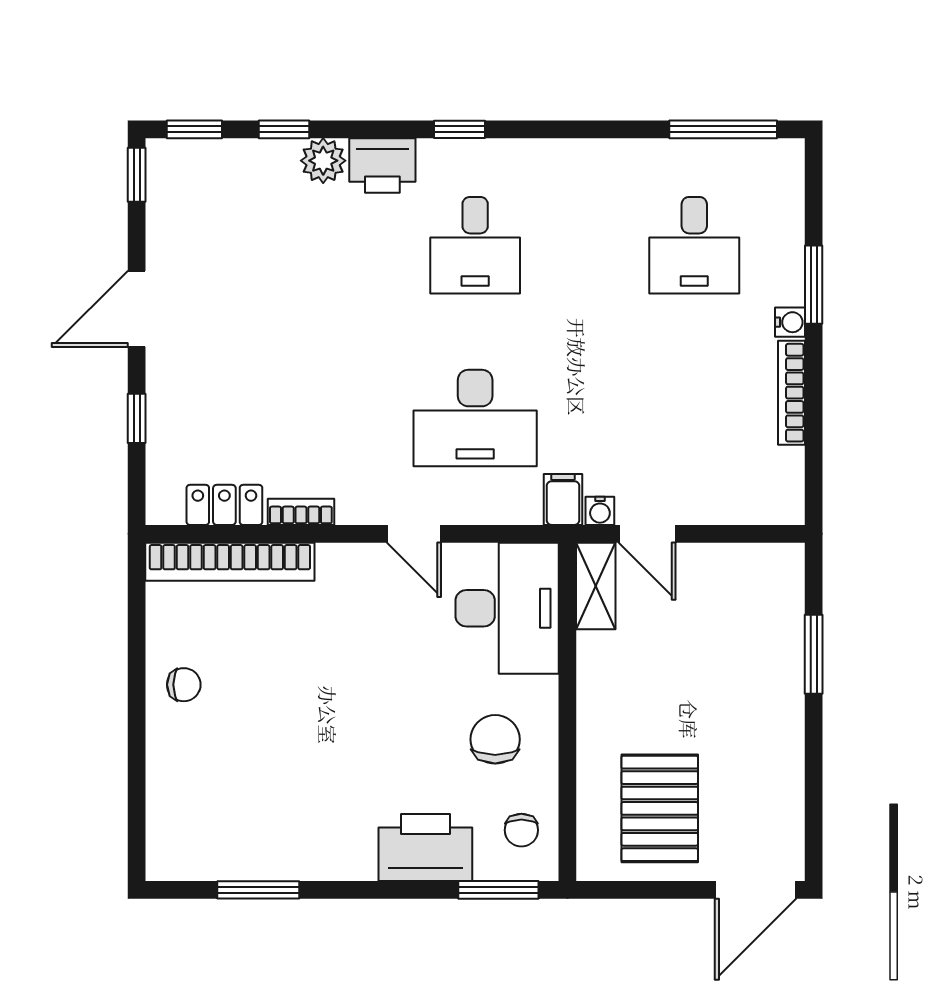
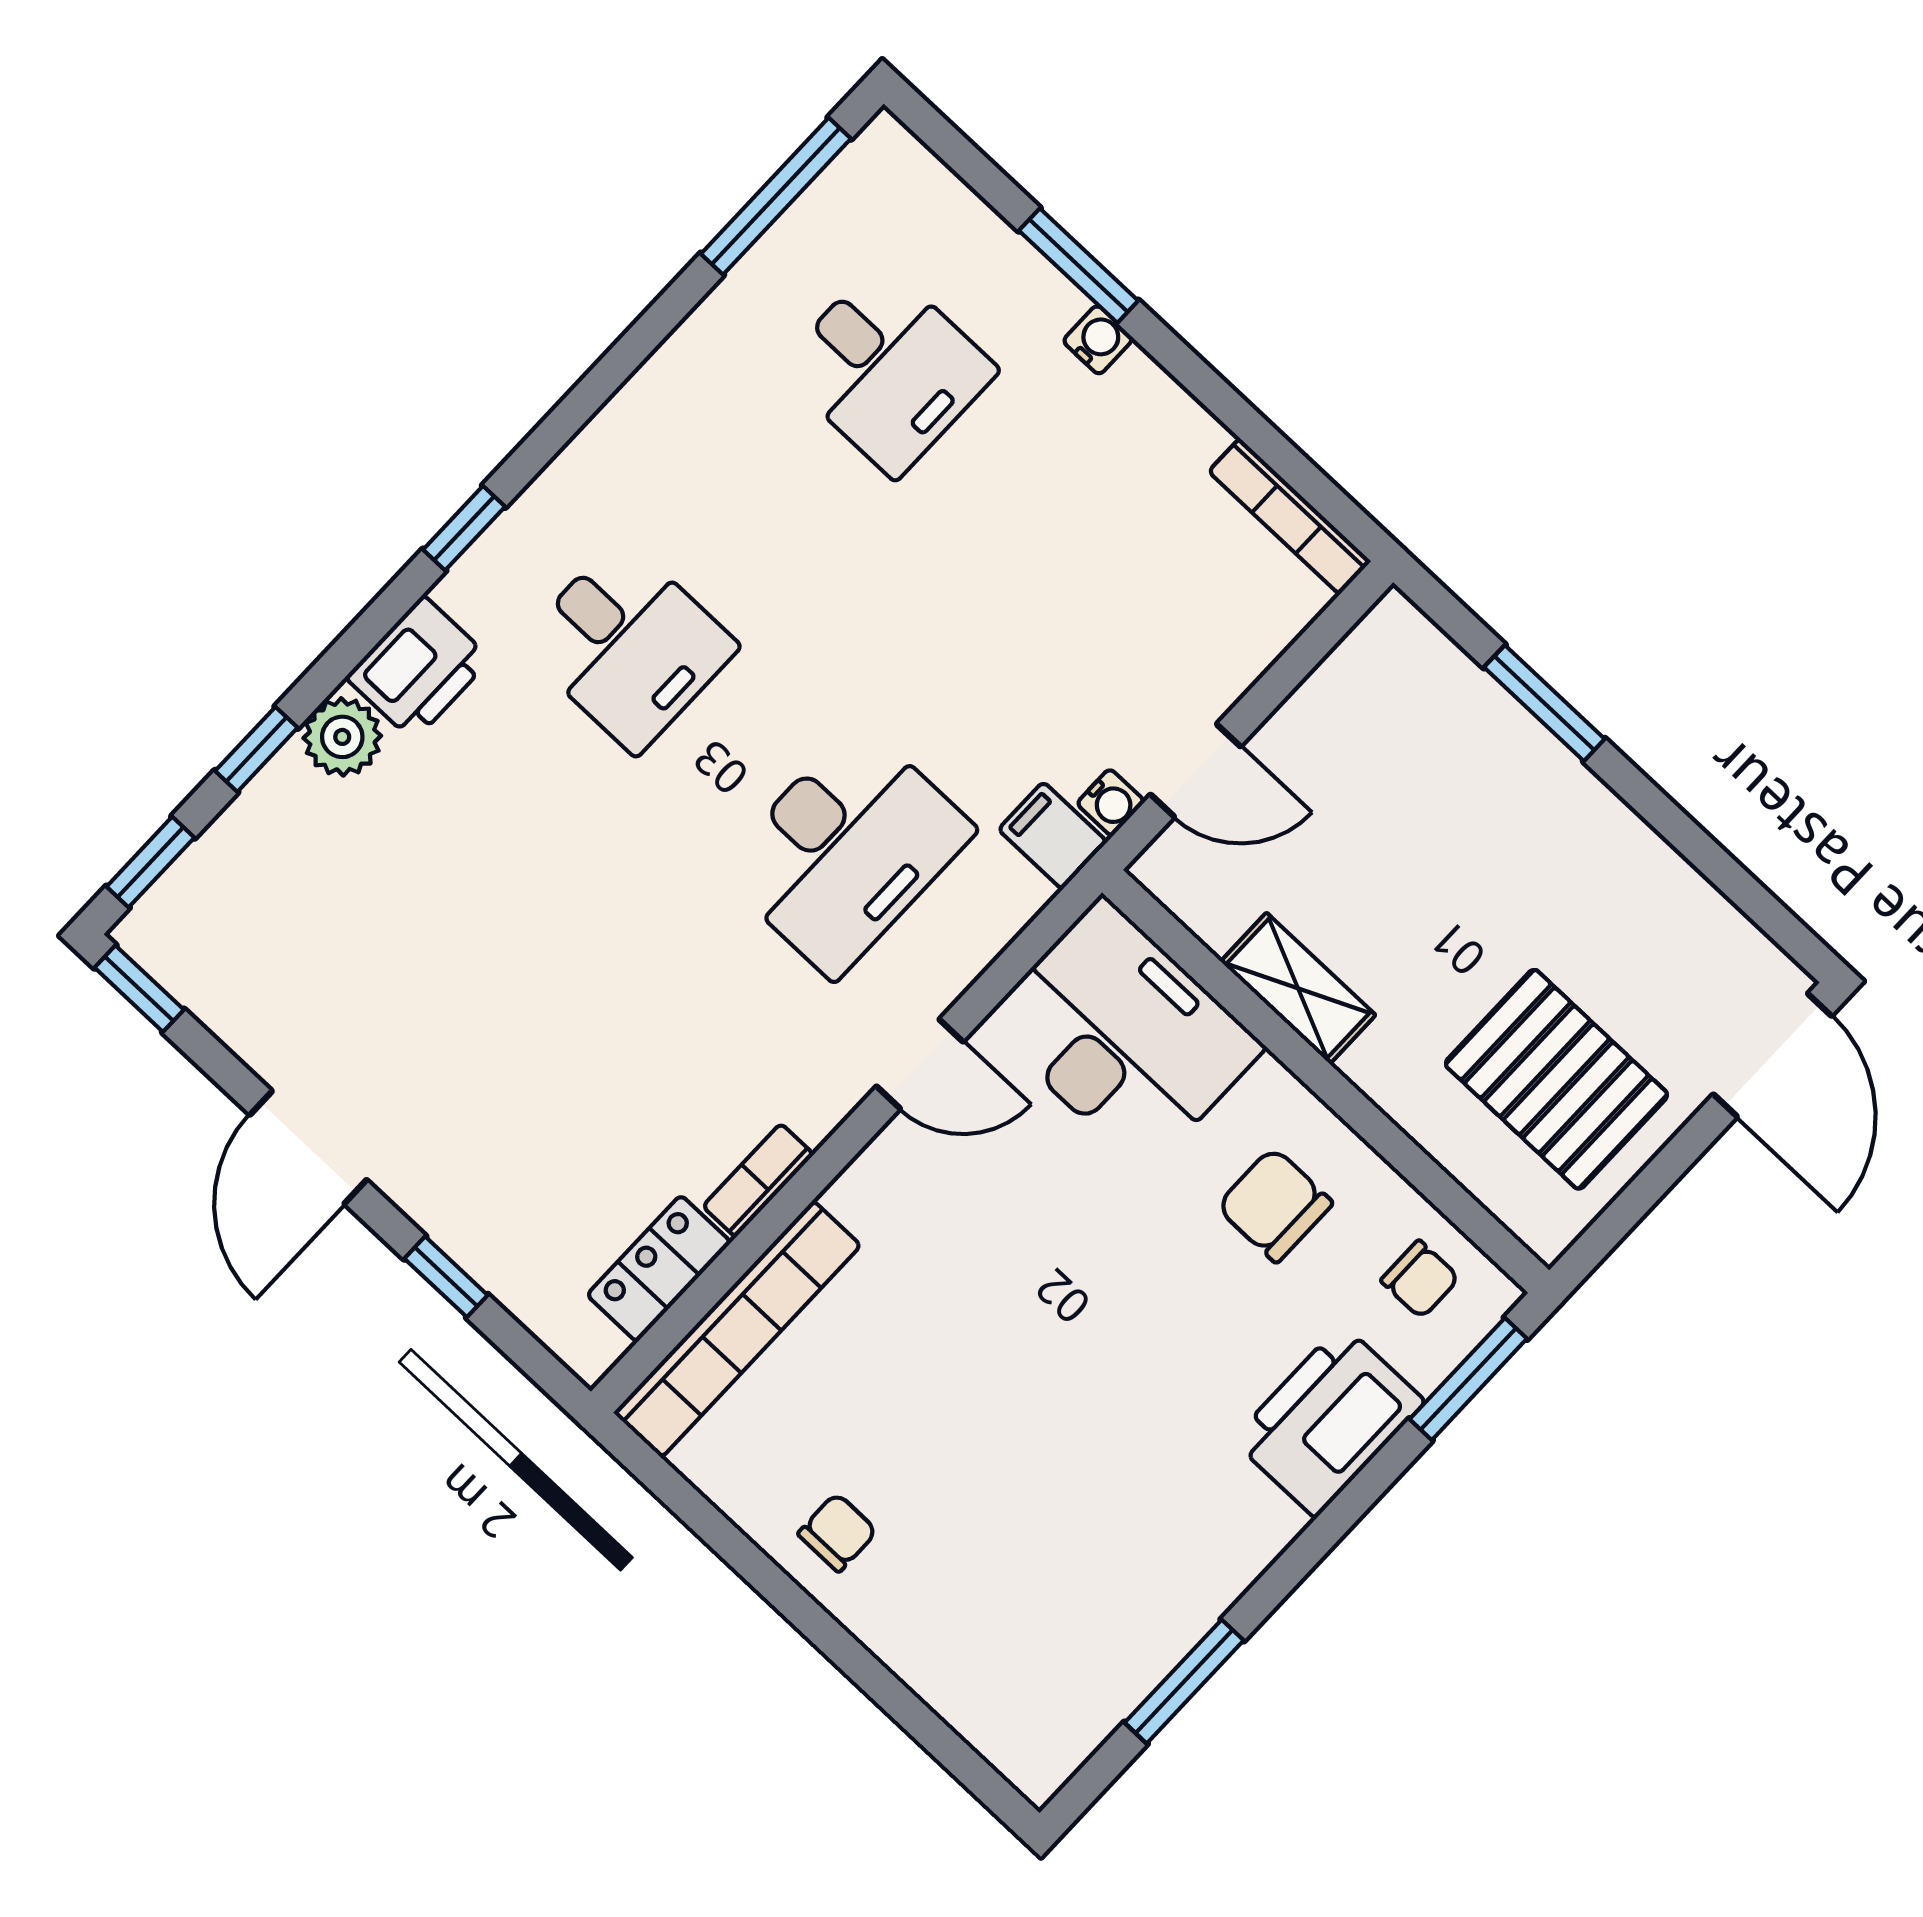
bookcase: (792, 393) -> (1290, 516), moved
shelving: (596, 586) -> (1298, 988), moved

